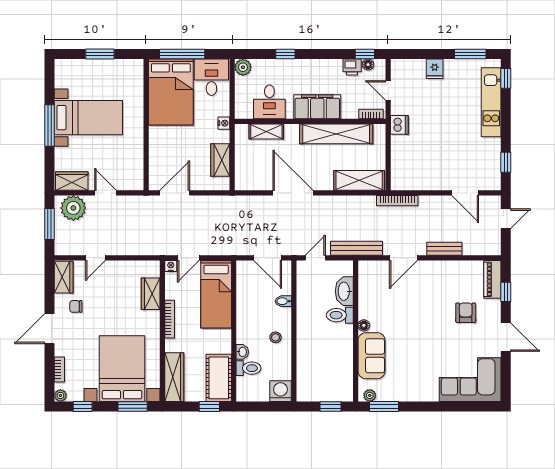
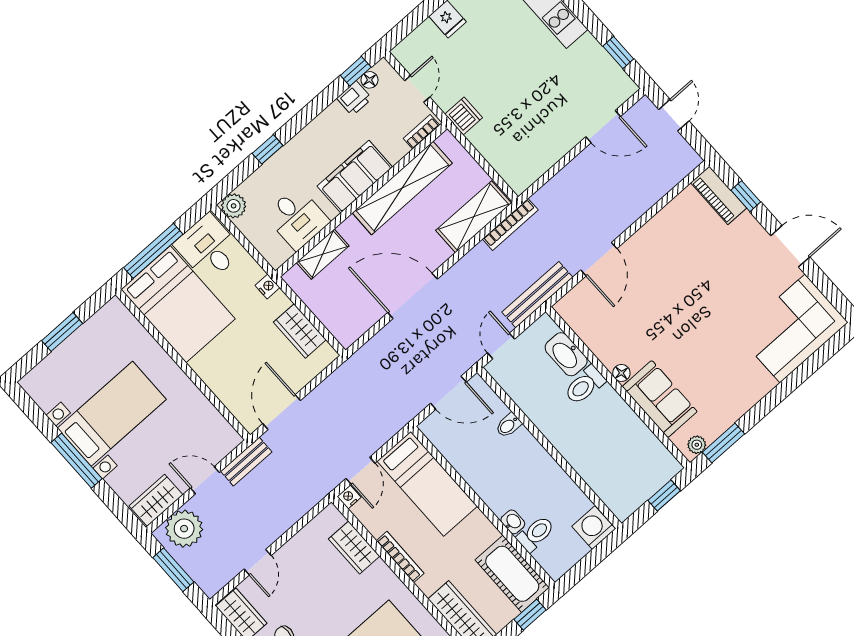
door: (388, 90) -> (417, 89), swing flipped
bookcase: (397, 201) -> (510, 224), moved
bench: (444, 249) -> (246, 462), moved
armchair: (466, 313) -> (722, 259), removed
stool: (276, 337) -> (535, 473), removed

